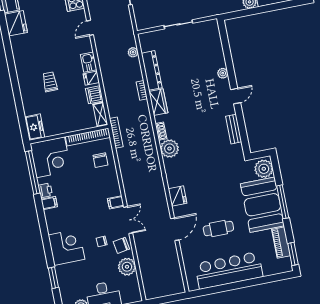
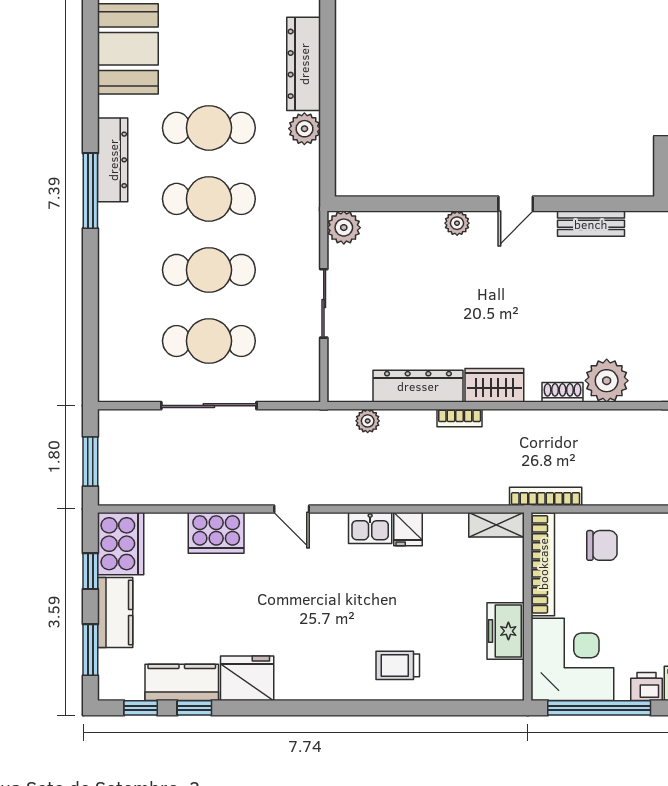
plant: (212, 26) -> (344, 228), added
trolley: (50, 82) -> (398, 665), moved
dishwasher: (94, 95) -> (448, 530), removed
door: (236, 96) -> (516, 204), swing flipped
freezer: (35, 127) -> (506, 631), moved, turned -90

